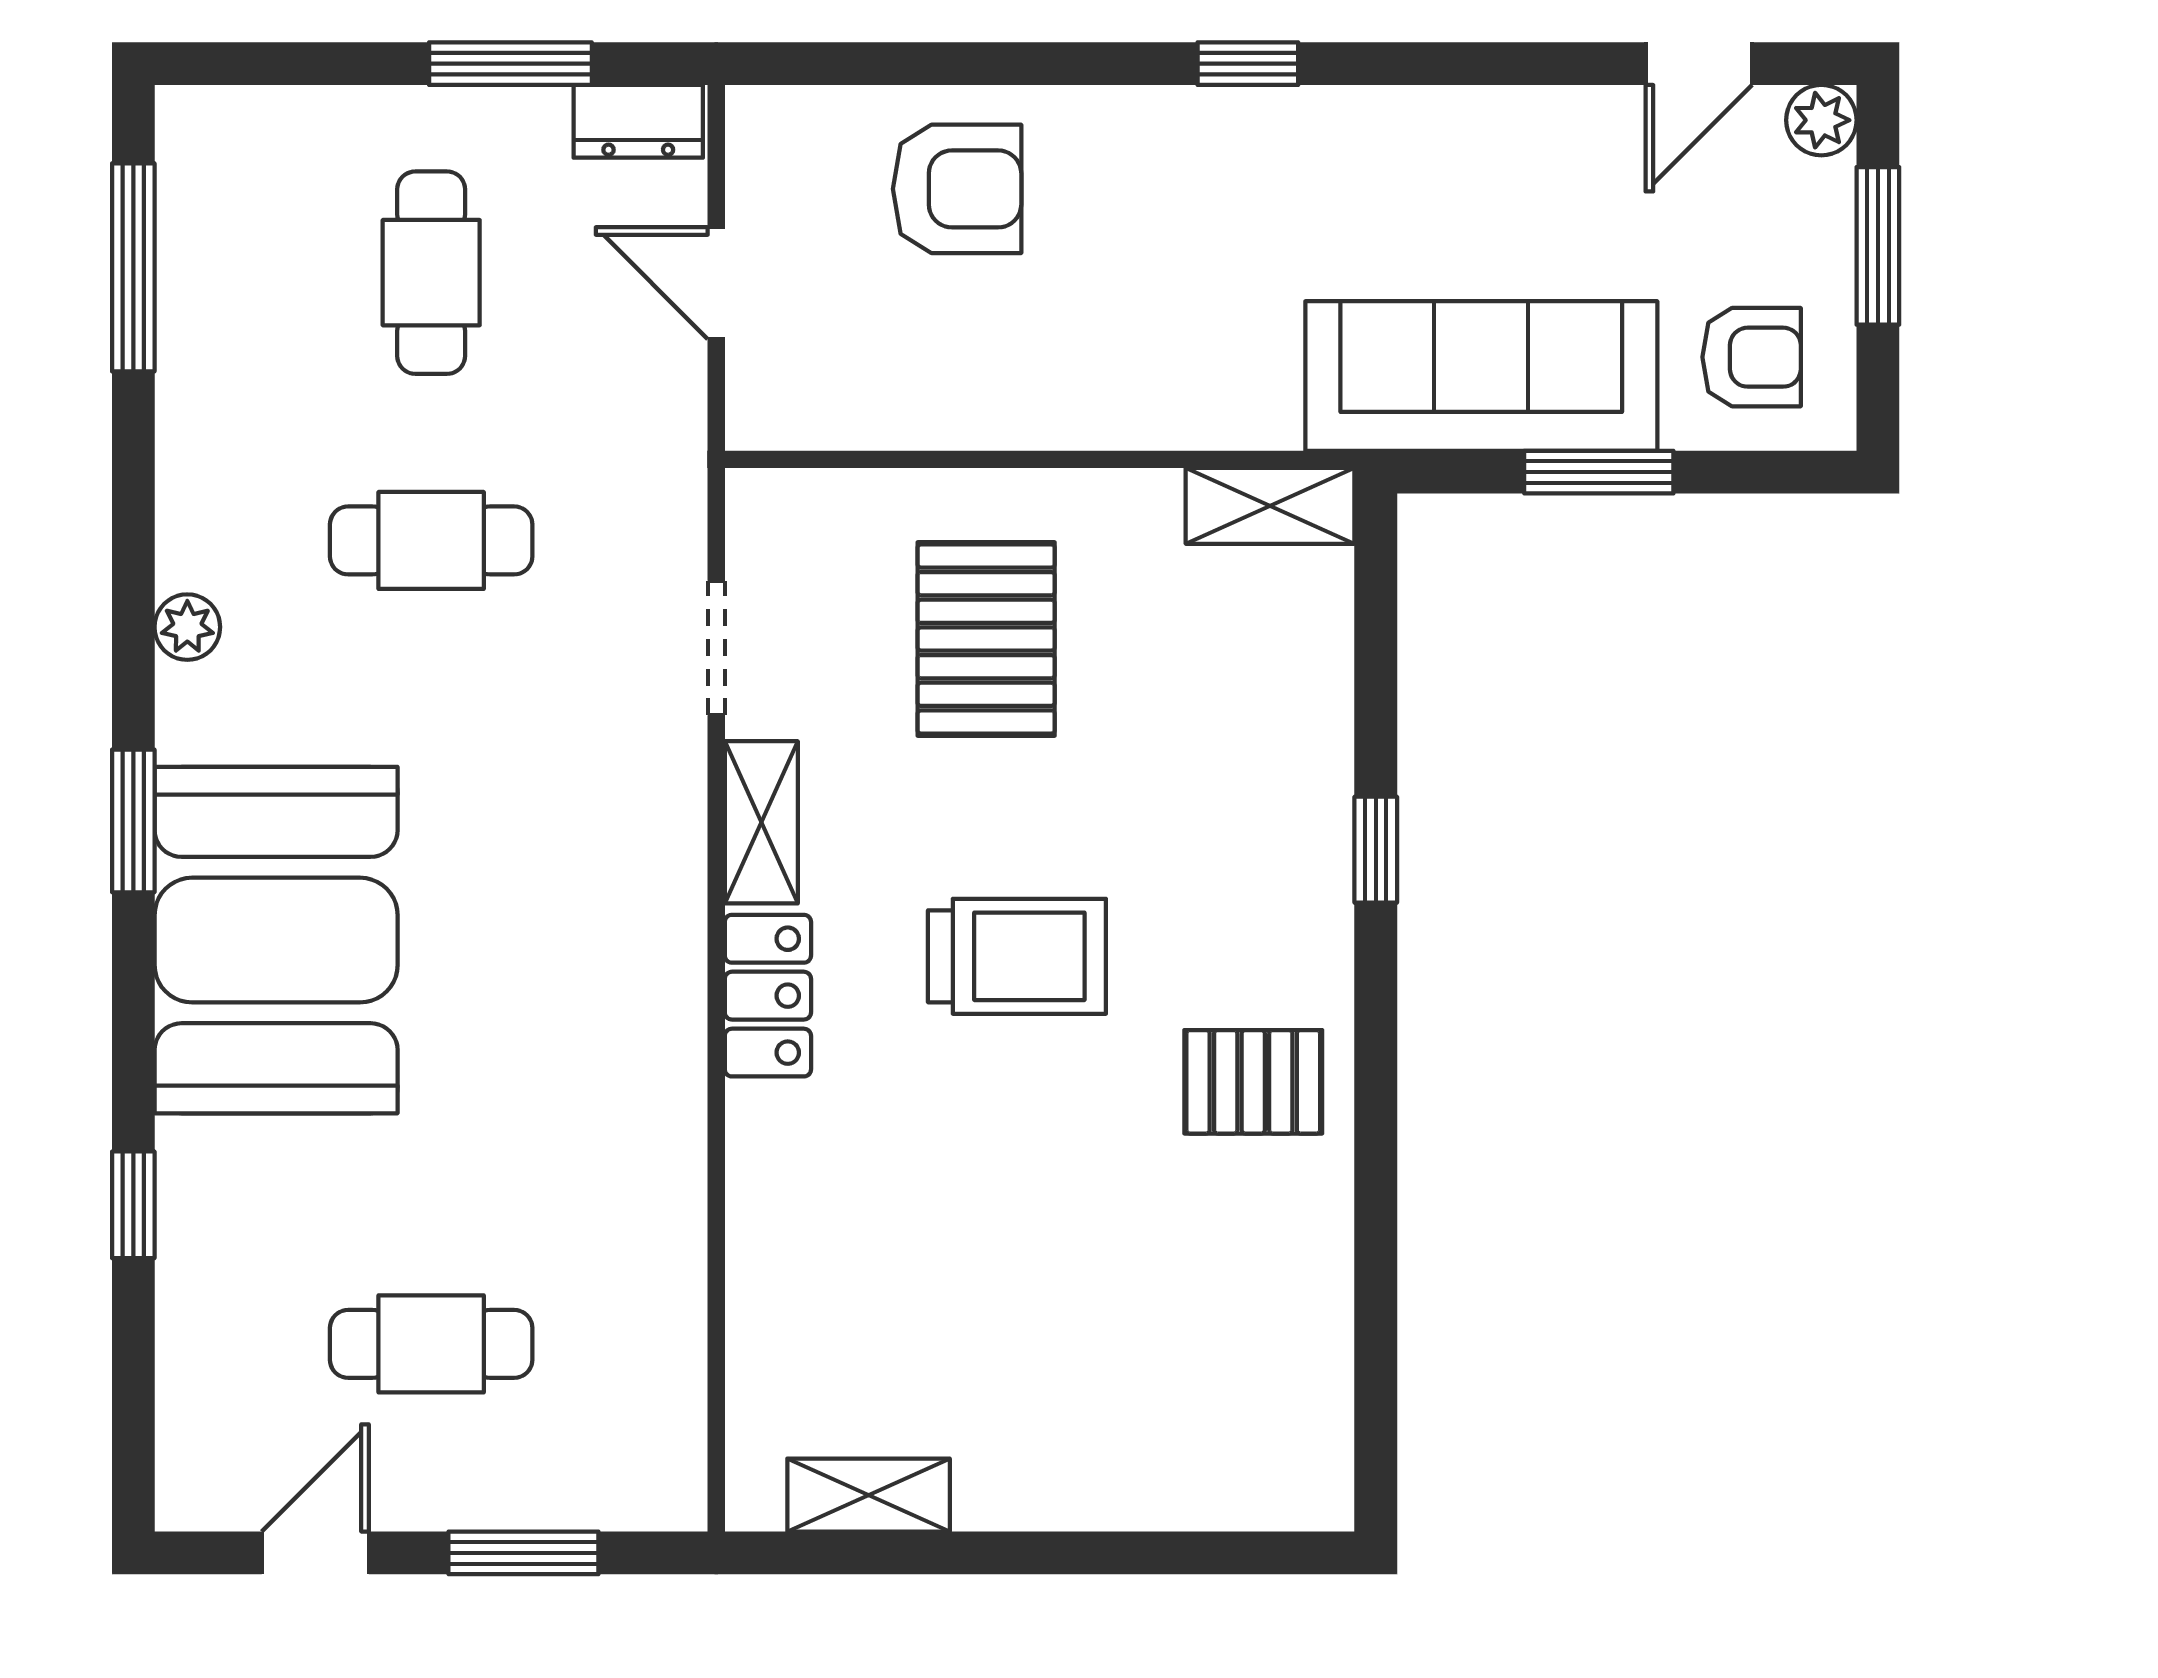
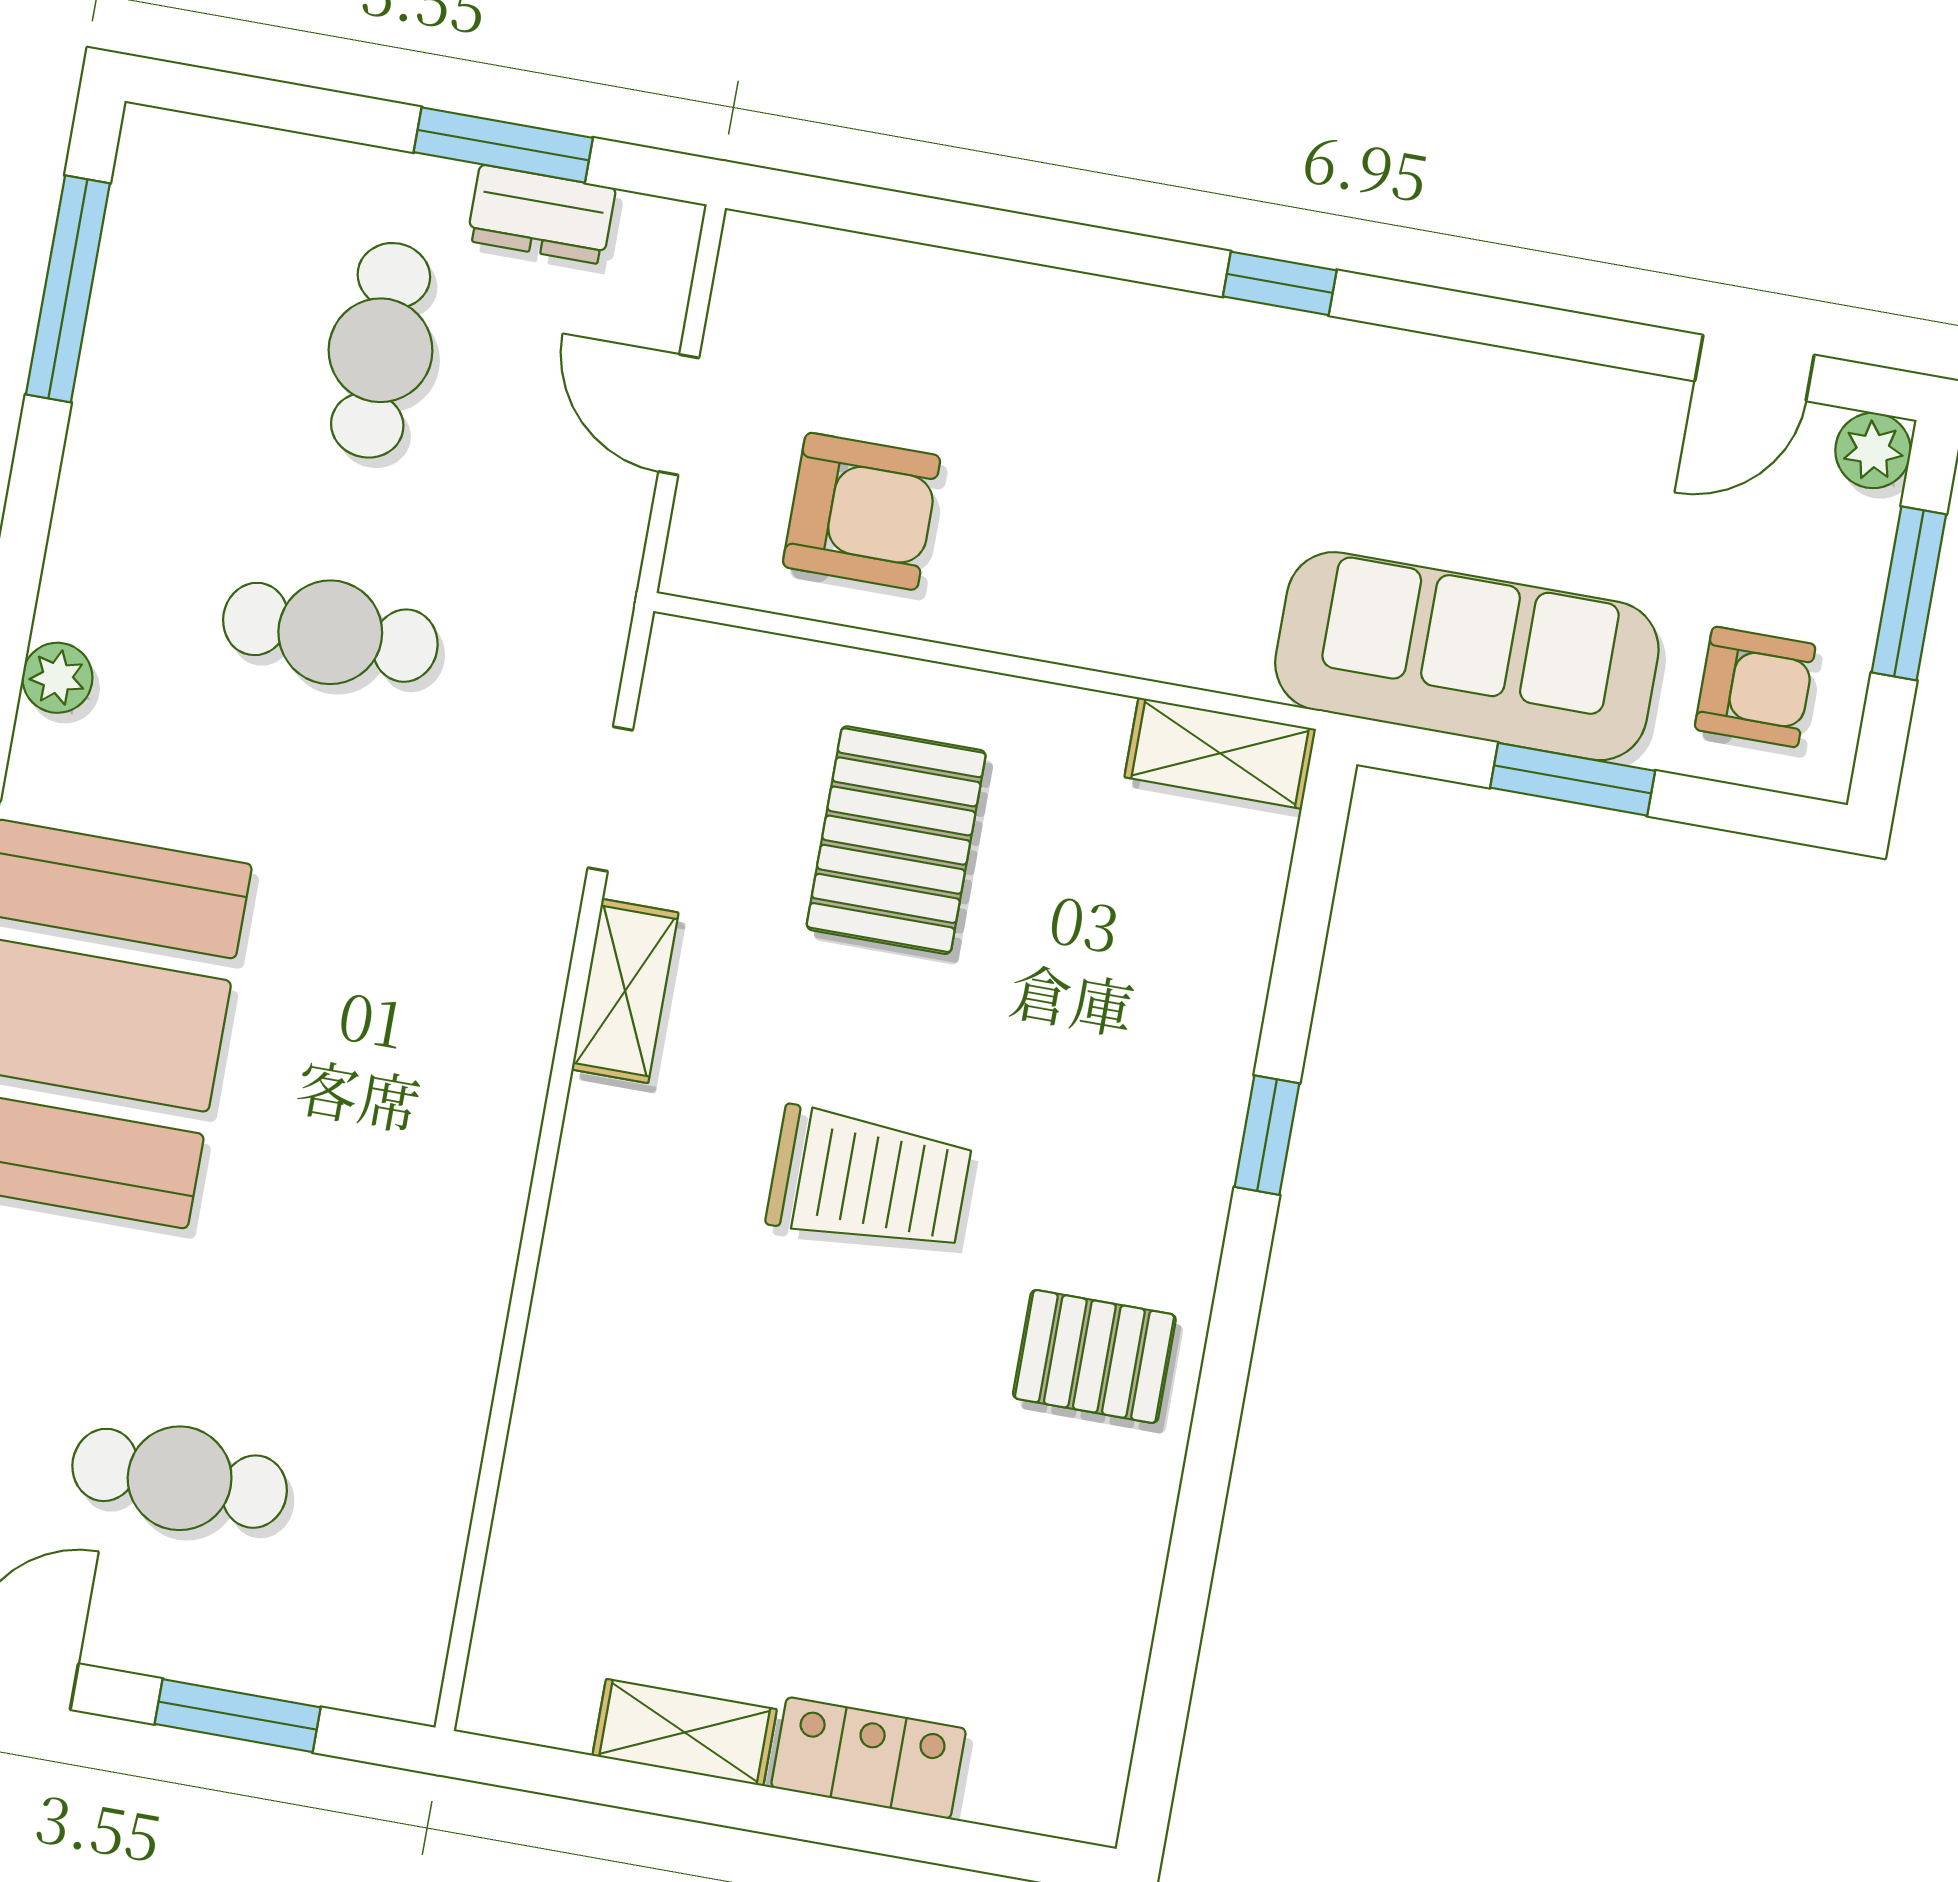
dresser: (638, 121) -> (541, 215), moved
armchair: (957, 189) -> (862, 511), moved
locker: (768, 996) -> (869, 1758), moved, turned -90
shelving: (869, 1495) -> (685, 1732), moved

